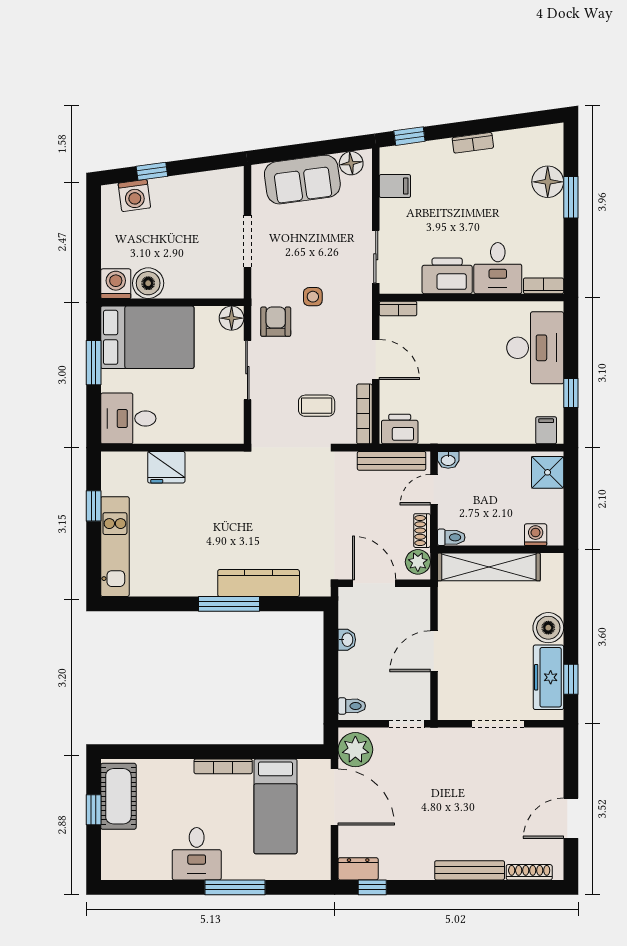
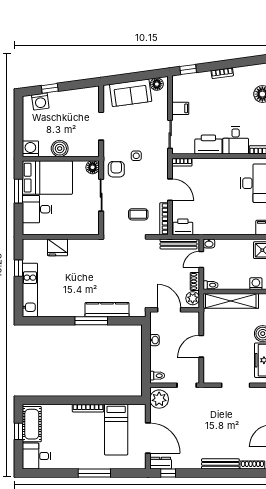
filing cabinet: (395, 186) -> (180, 108), moved
boiler: (148, 283) -> (60, 149), moved
desk: (128, 418) -> (37, 209), moved
door: (335, 797) -> (148, 438), moved
desk: (197, 854) -> (36, 456), moved, turned 90

